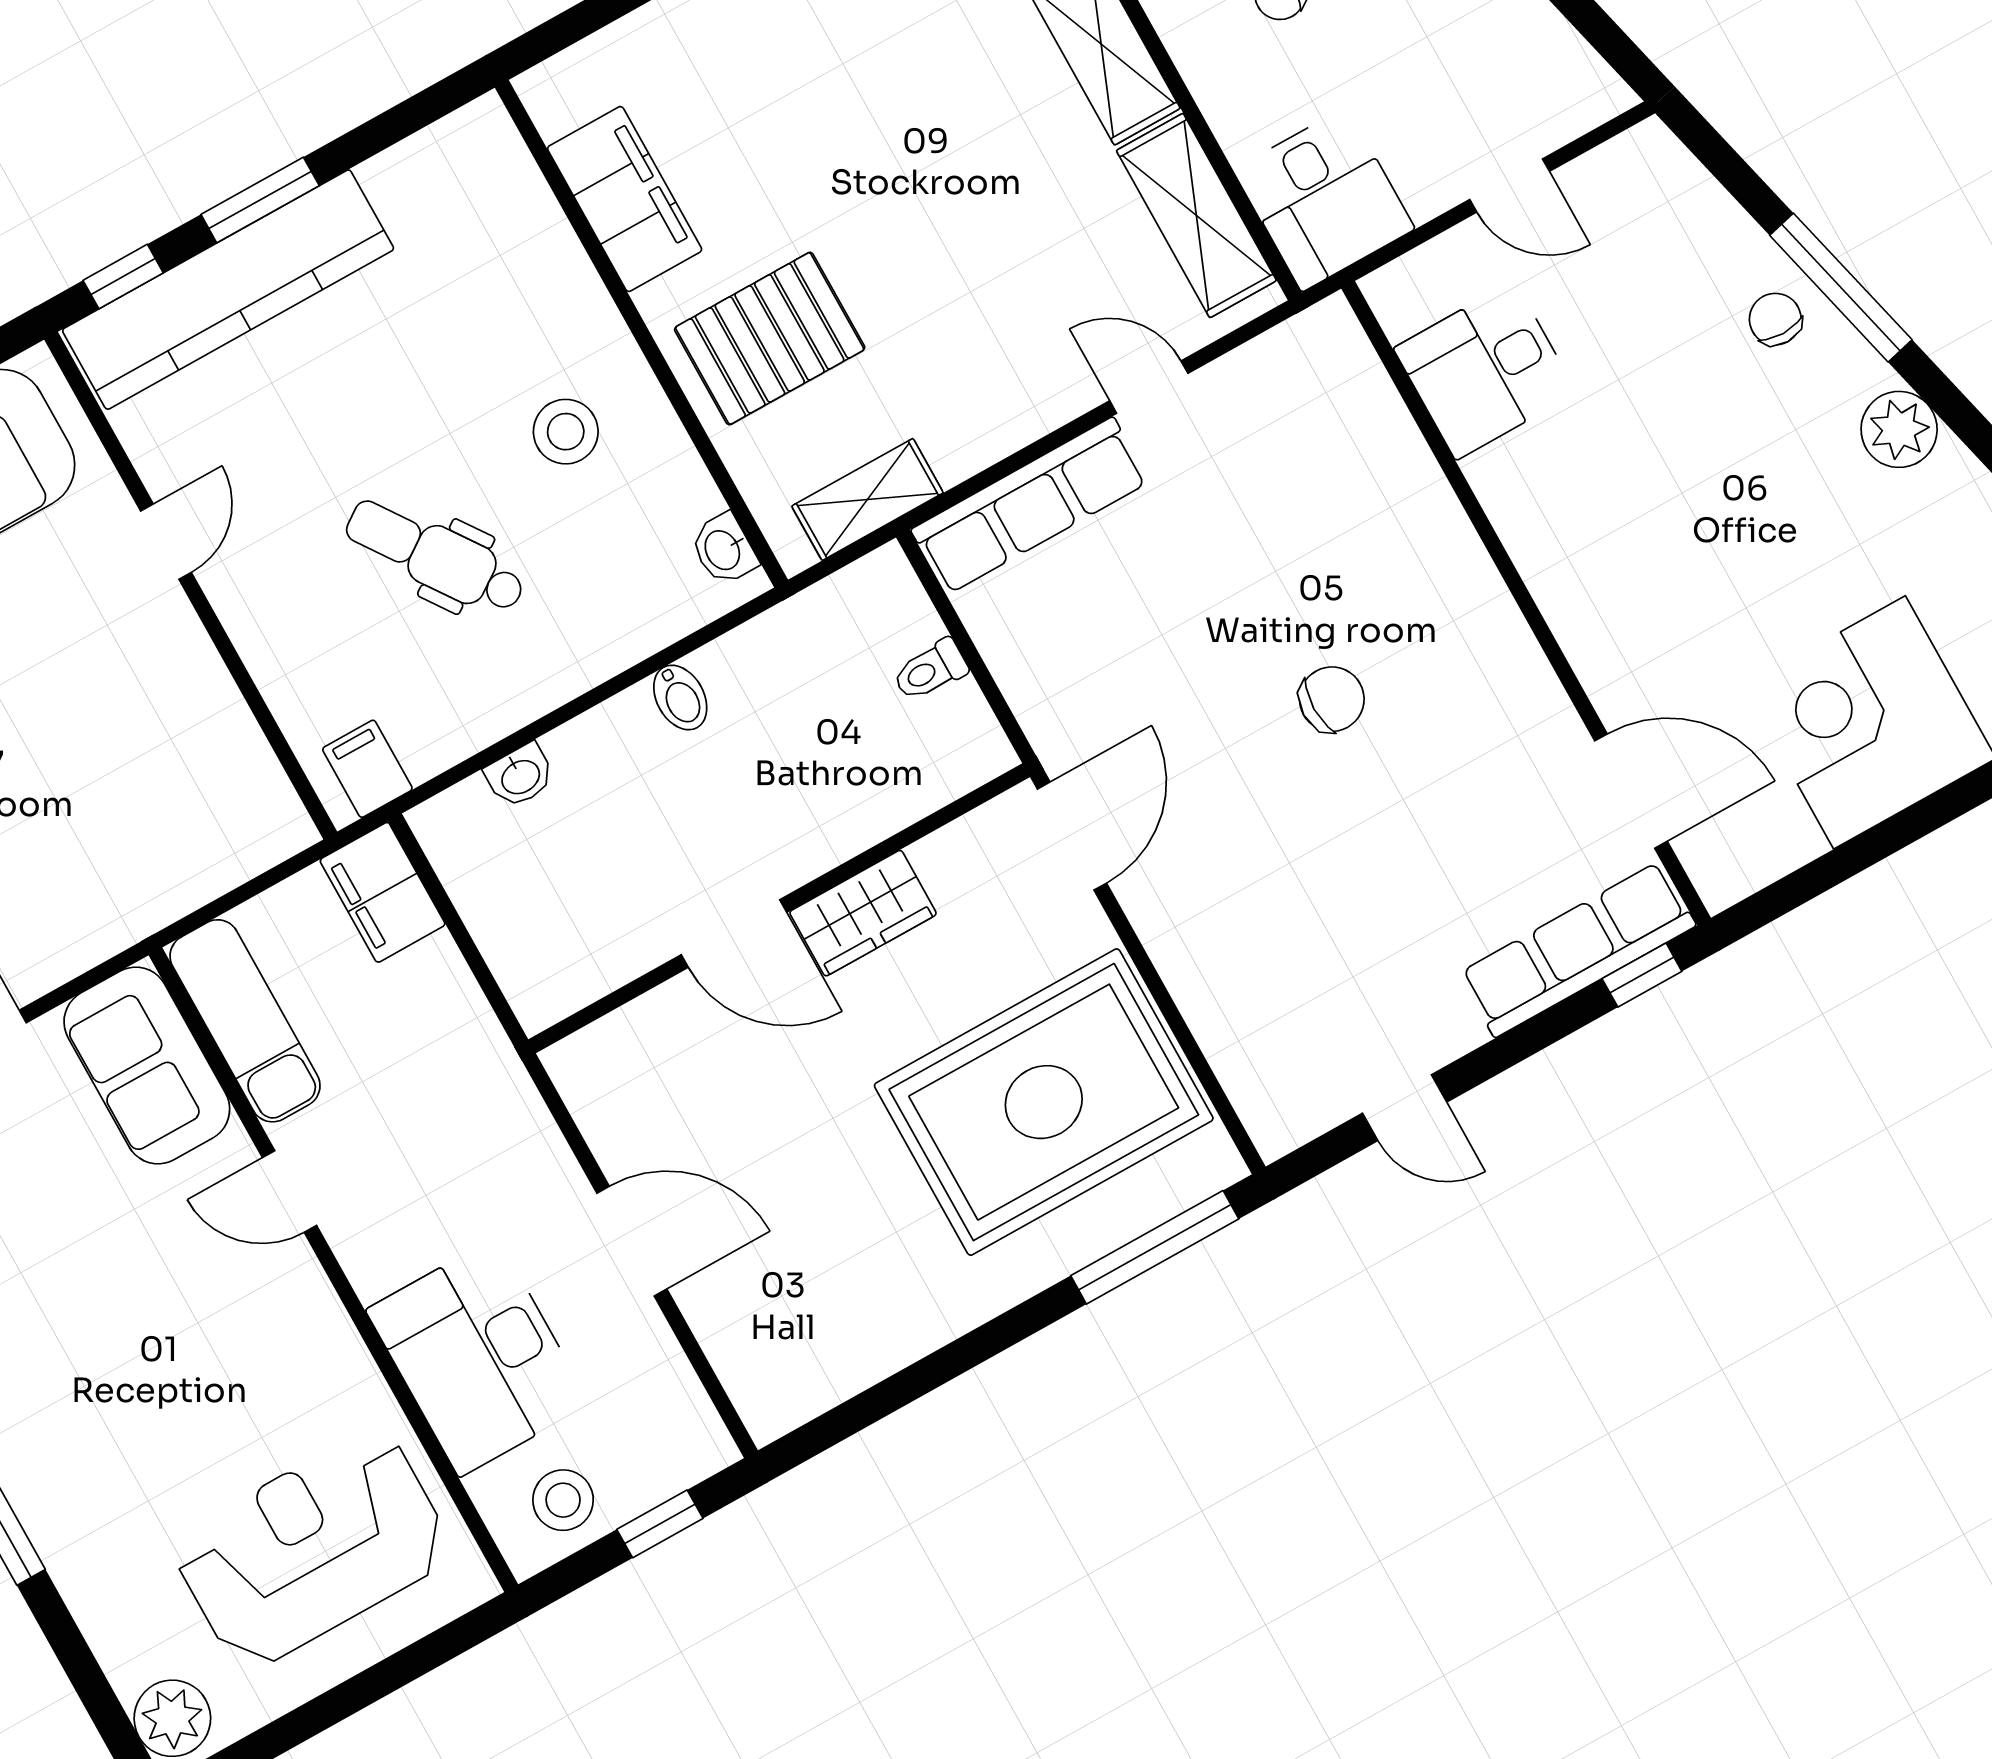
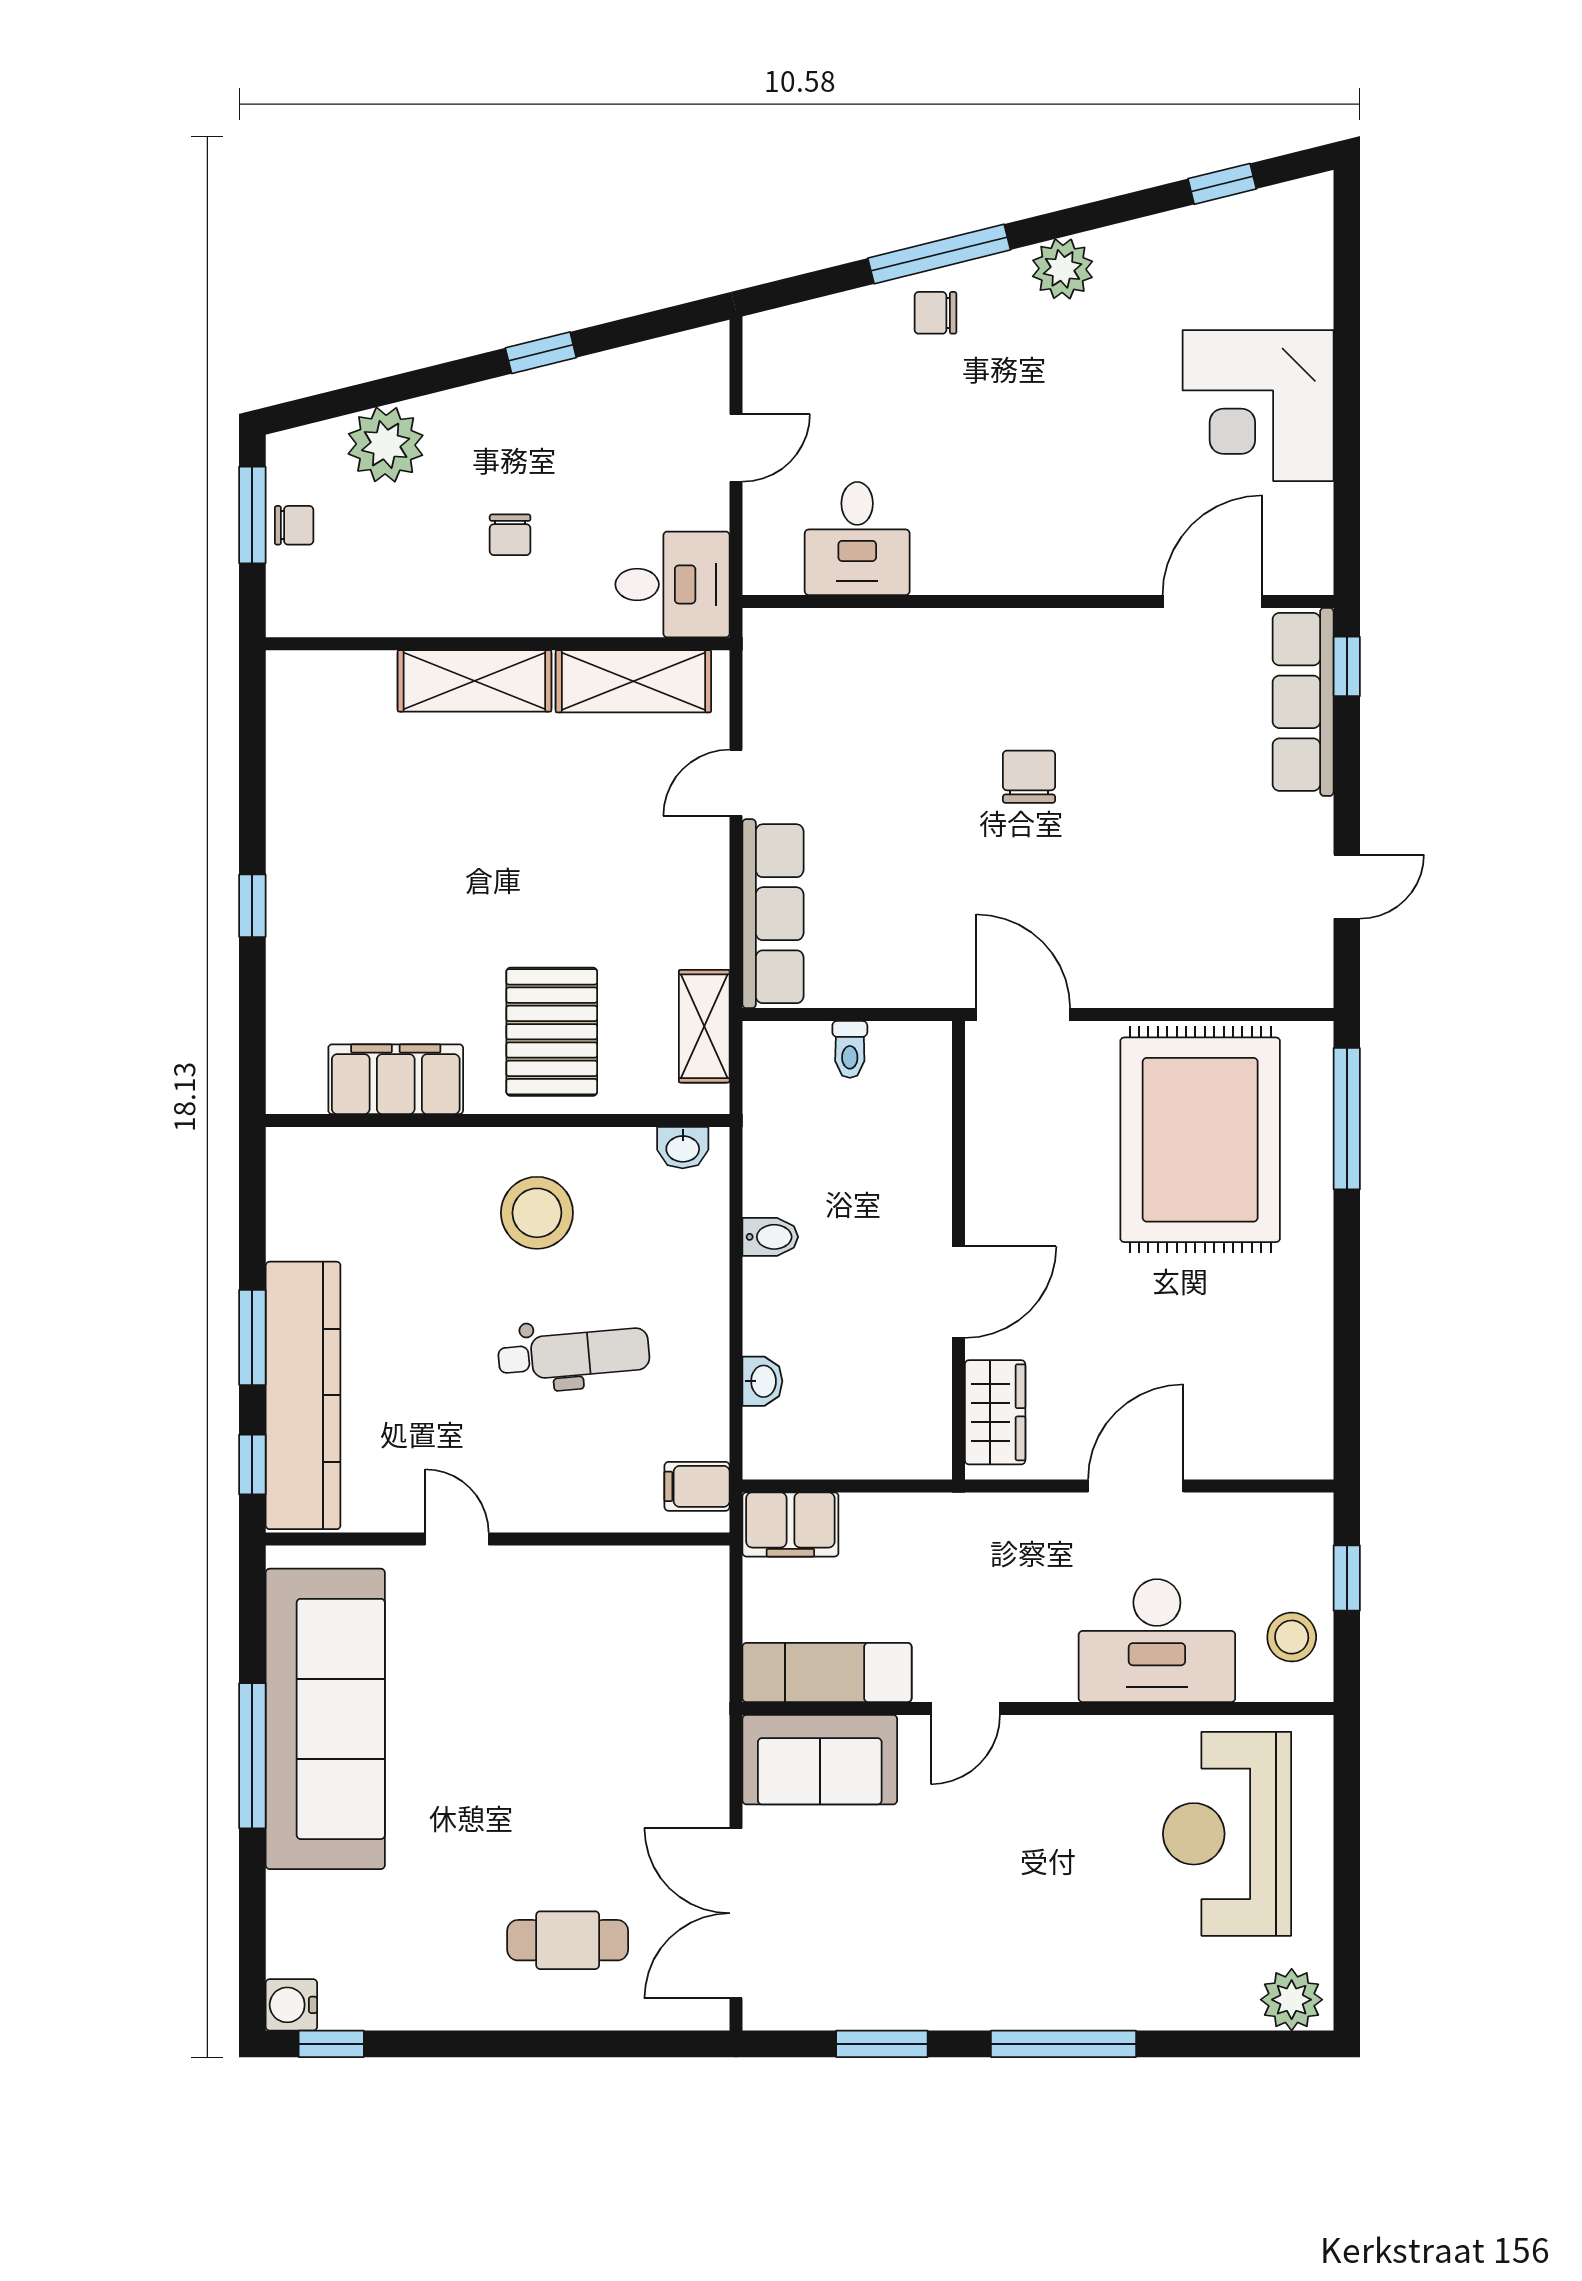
stool: (566, 432) -> (537, 1213), width x1.38, depth x1.38
dental chair: (435, 557) -> (574, 1354), turned -150
wardrobe: (863, 913) -> (995, 1412), moved

